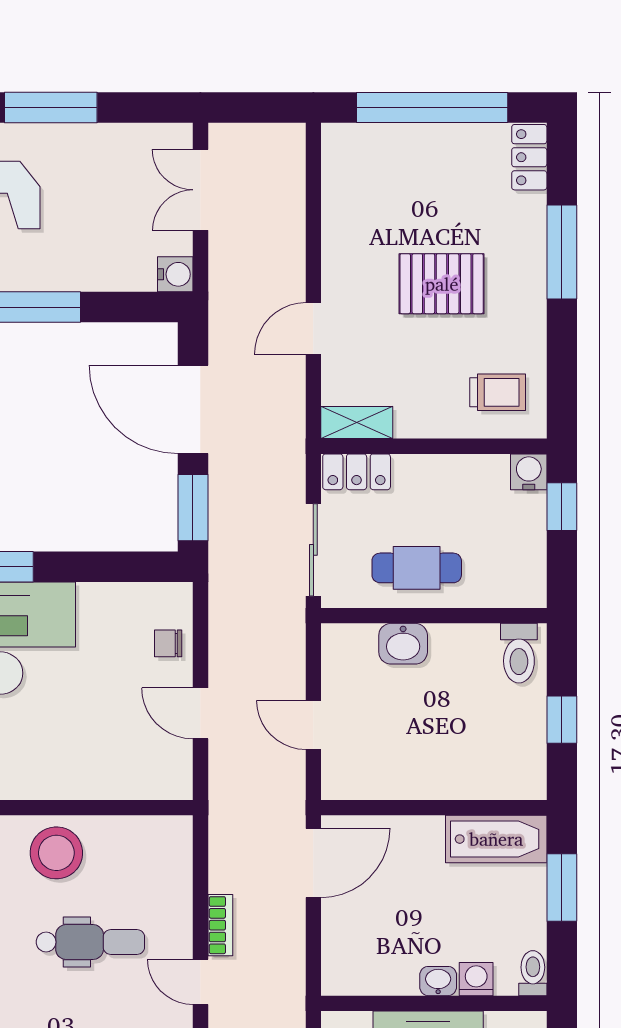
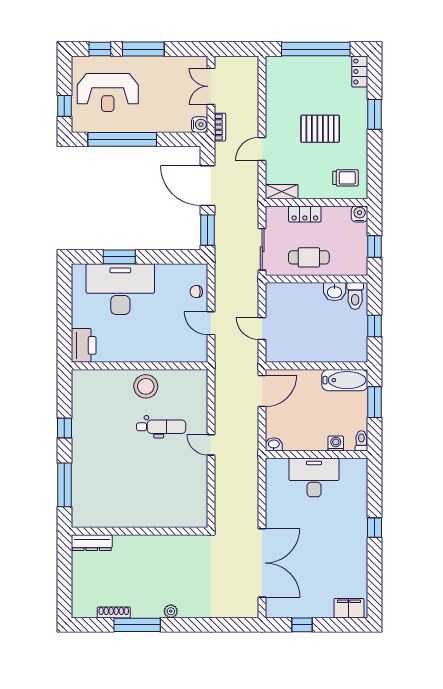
window: (562, 252) -> (375, 114), width x0.69
locker: (357, 472) -> (305, 214), moved
window: (562, 507) -> (375, 246), moved
washbasin: (403, 644) -> (335, 292), moved
bookcase: (220, 925) -> (220, 127), moved
washbasin: (438, 981) -> (274, 444), moved

